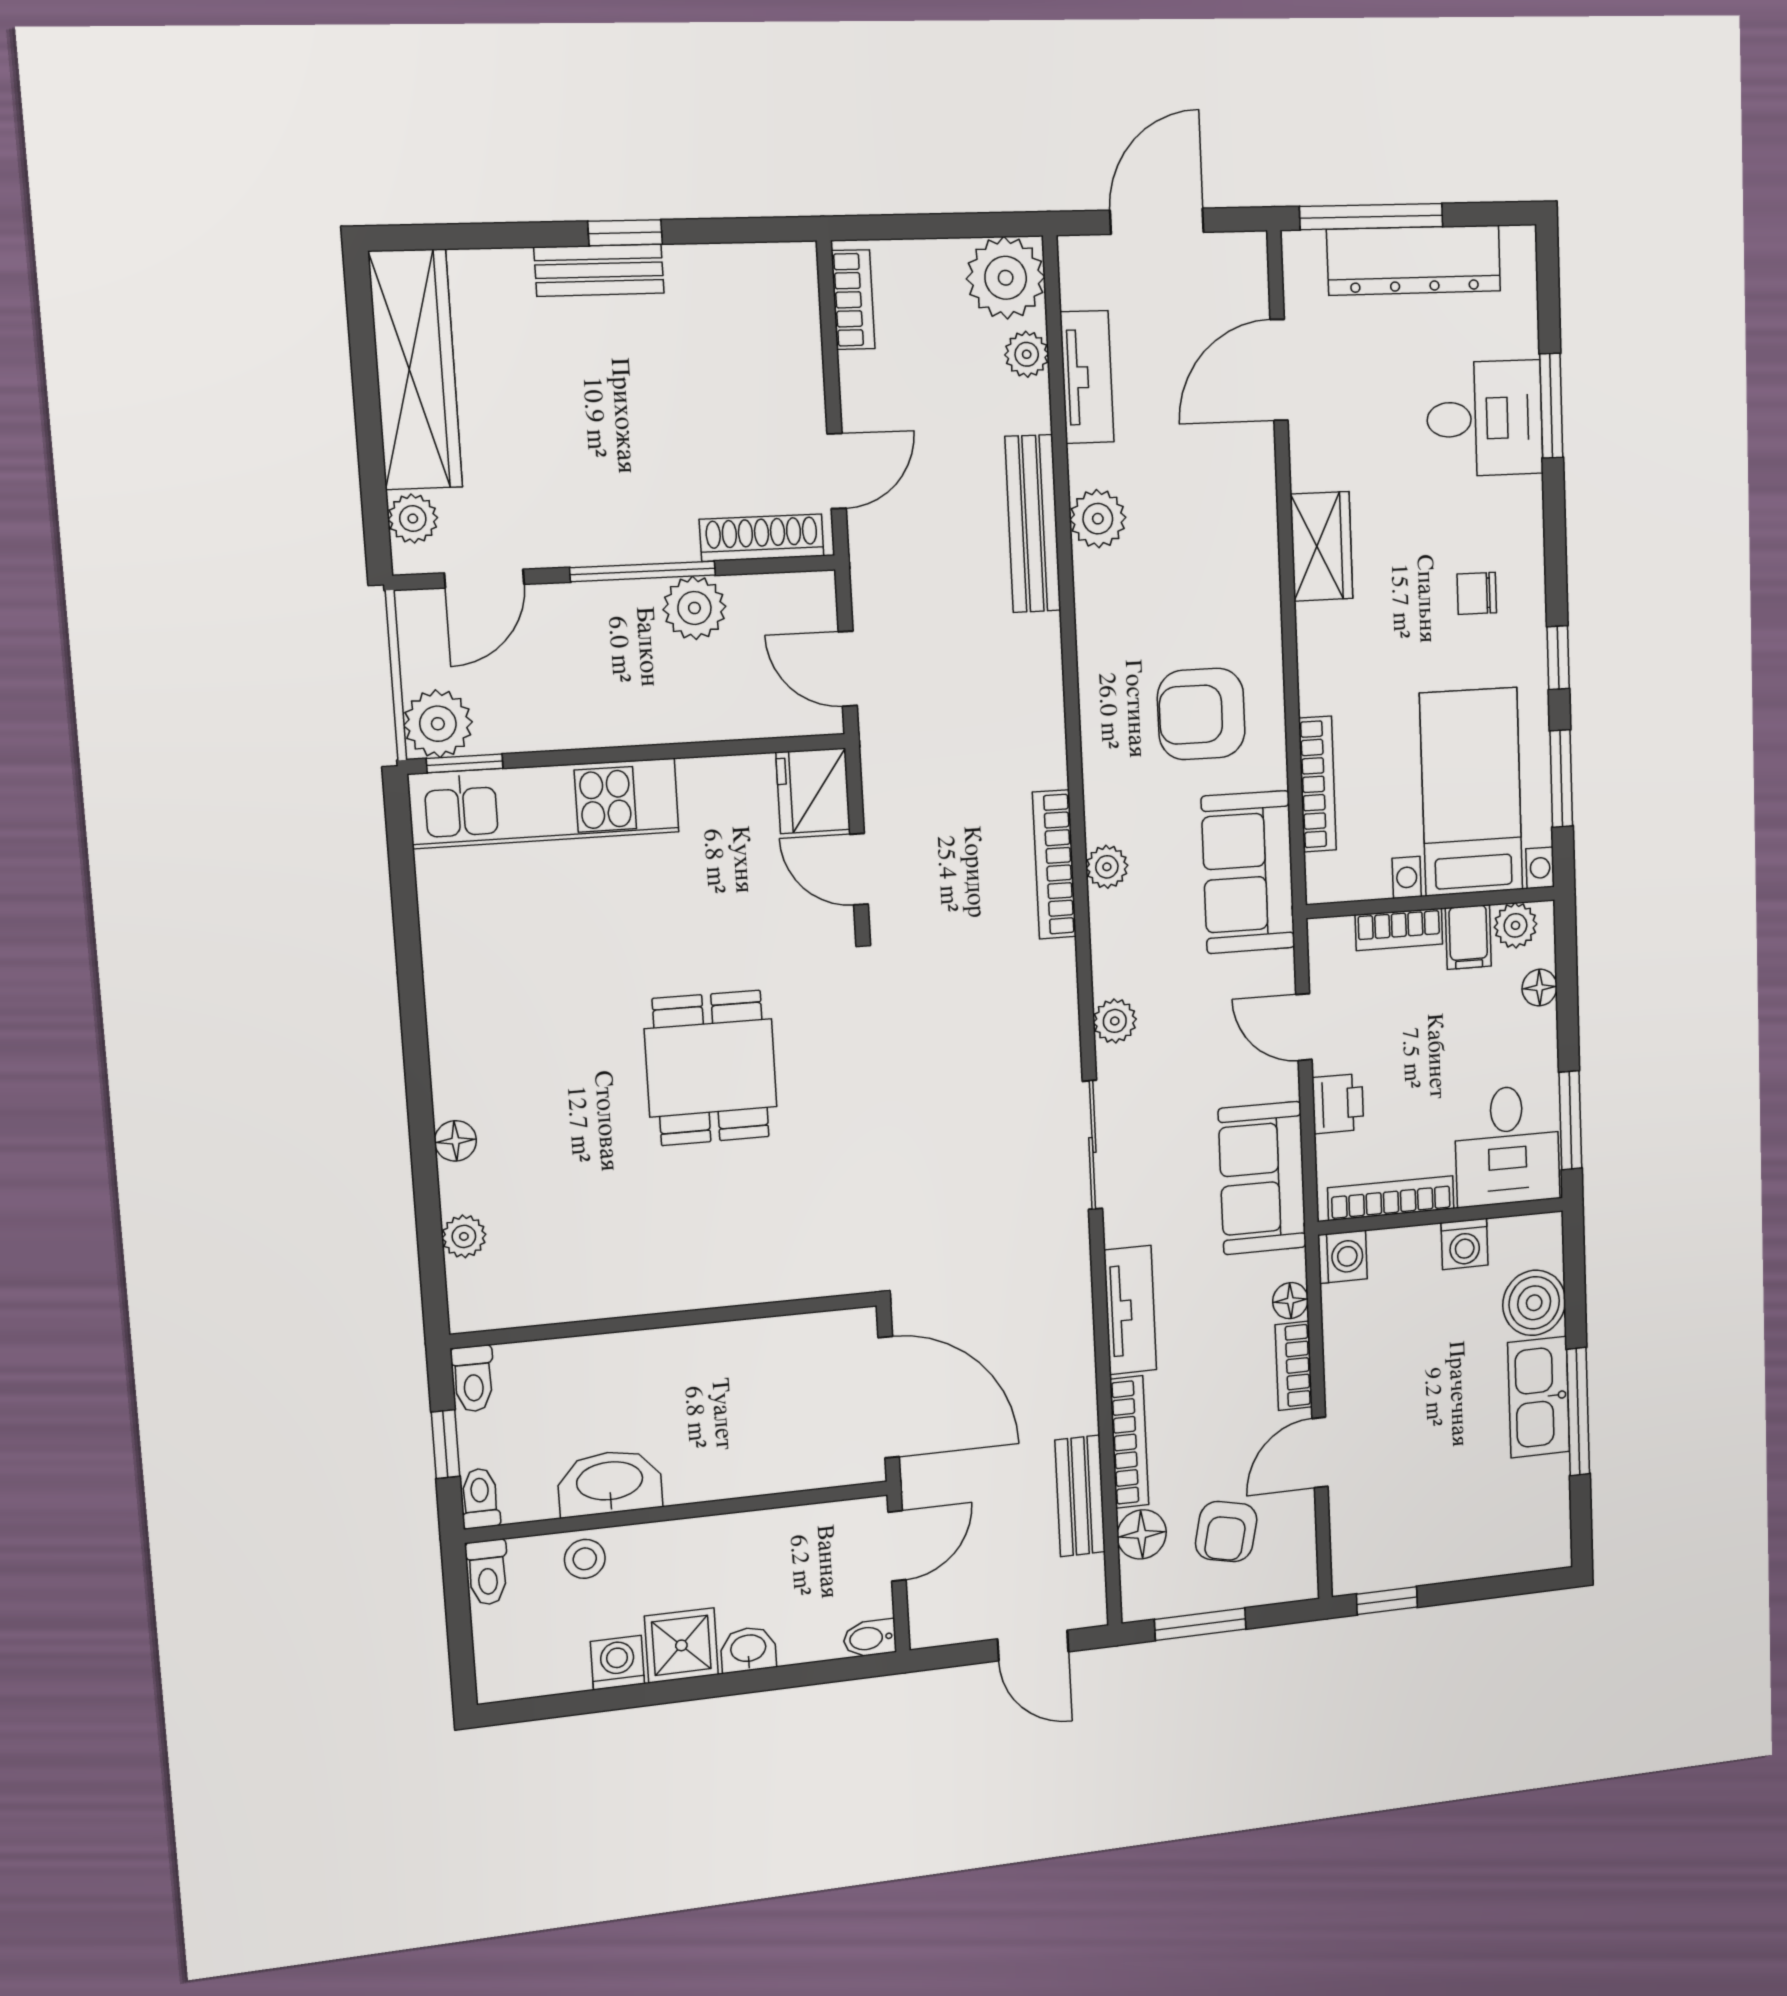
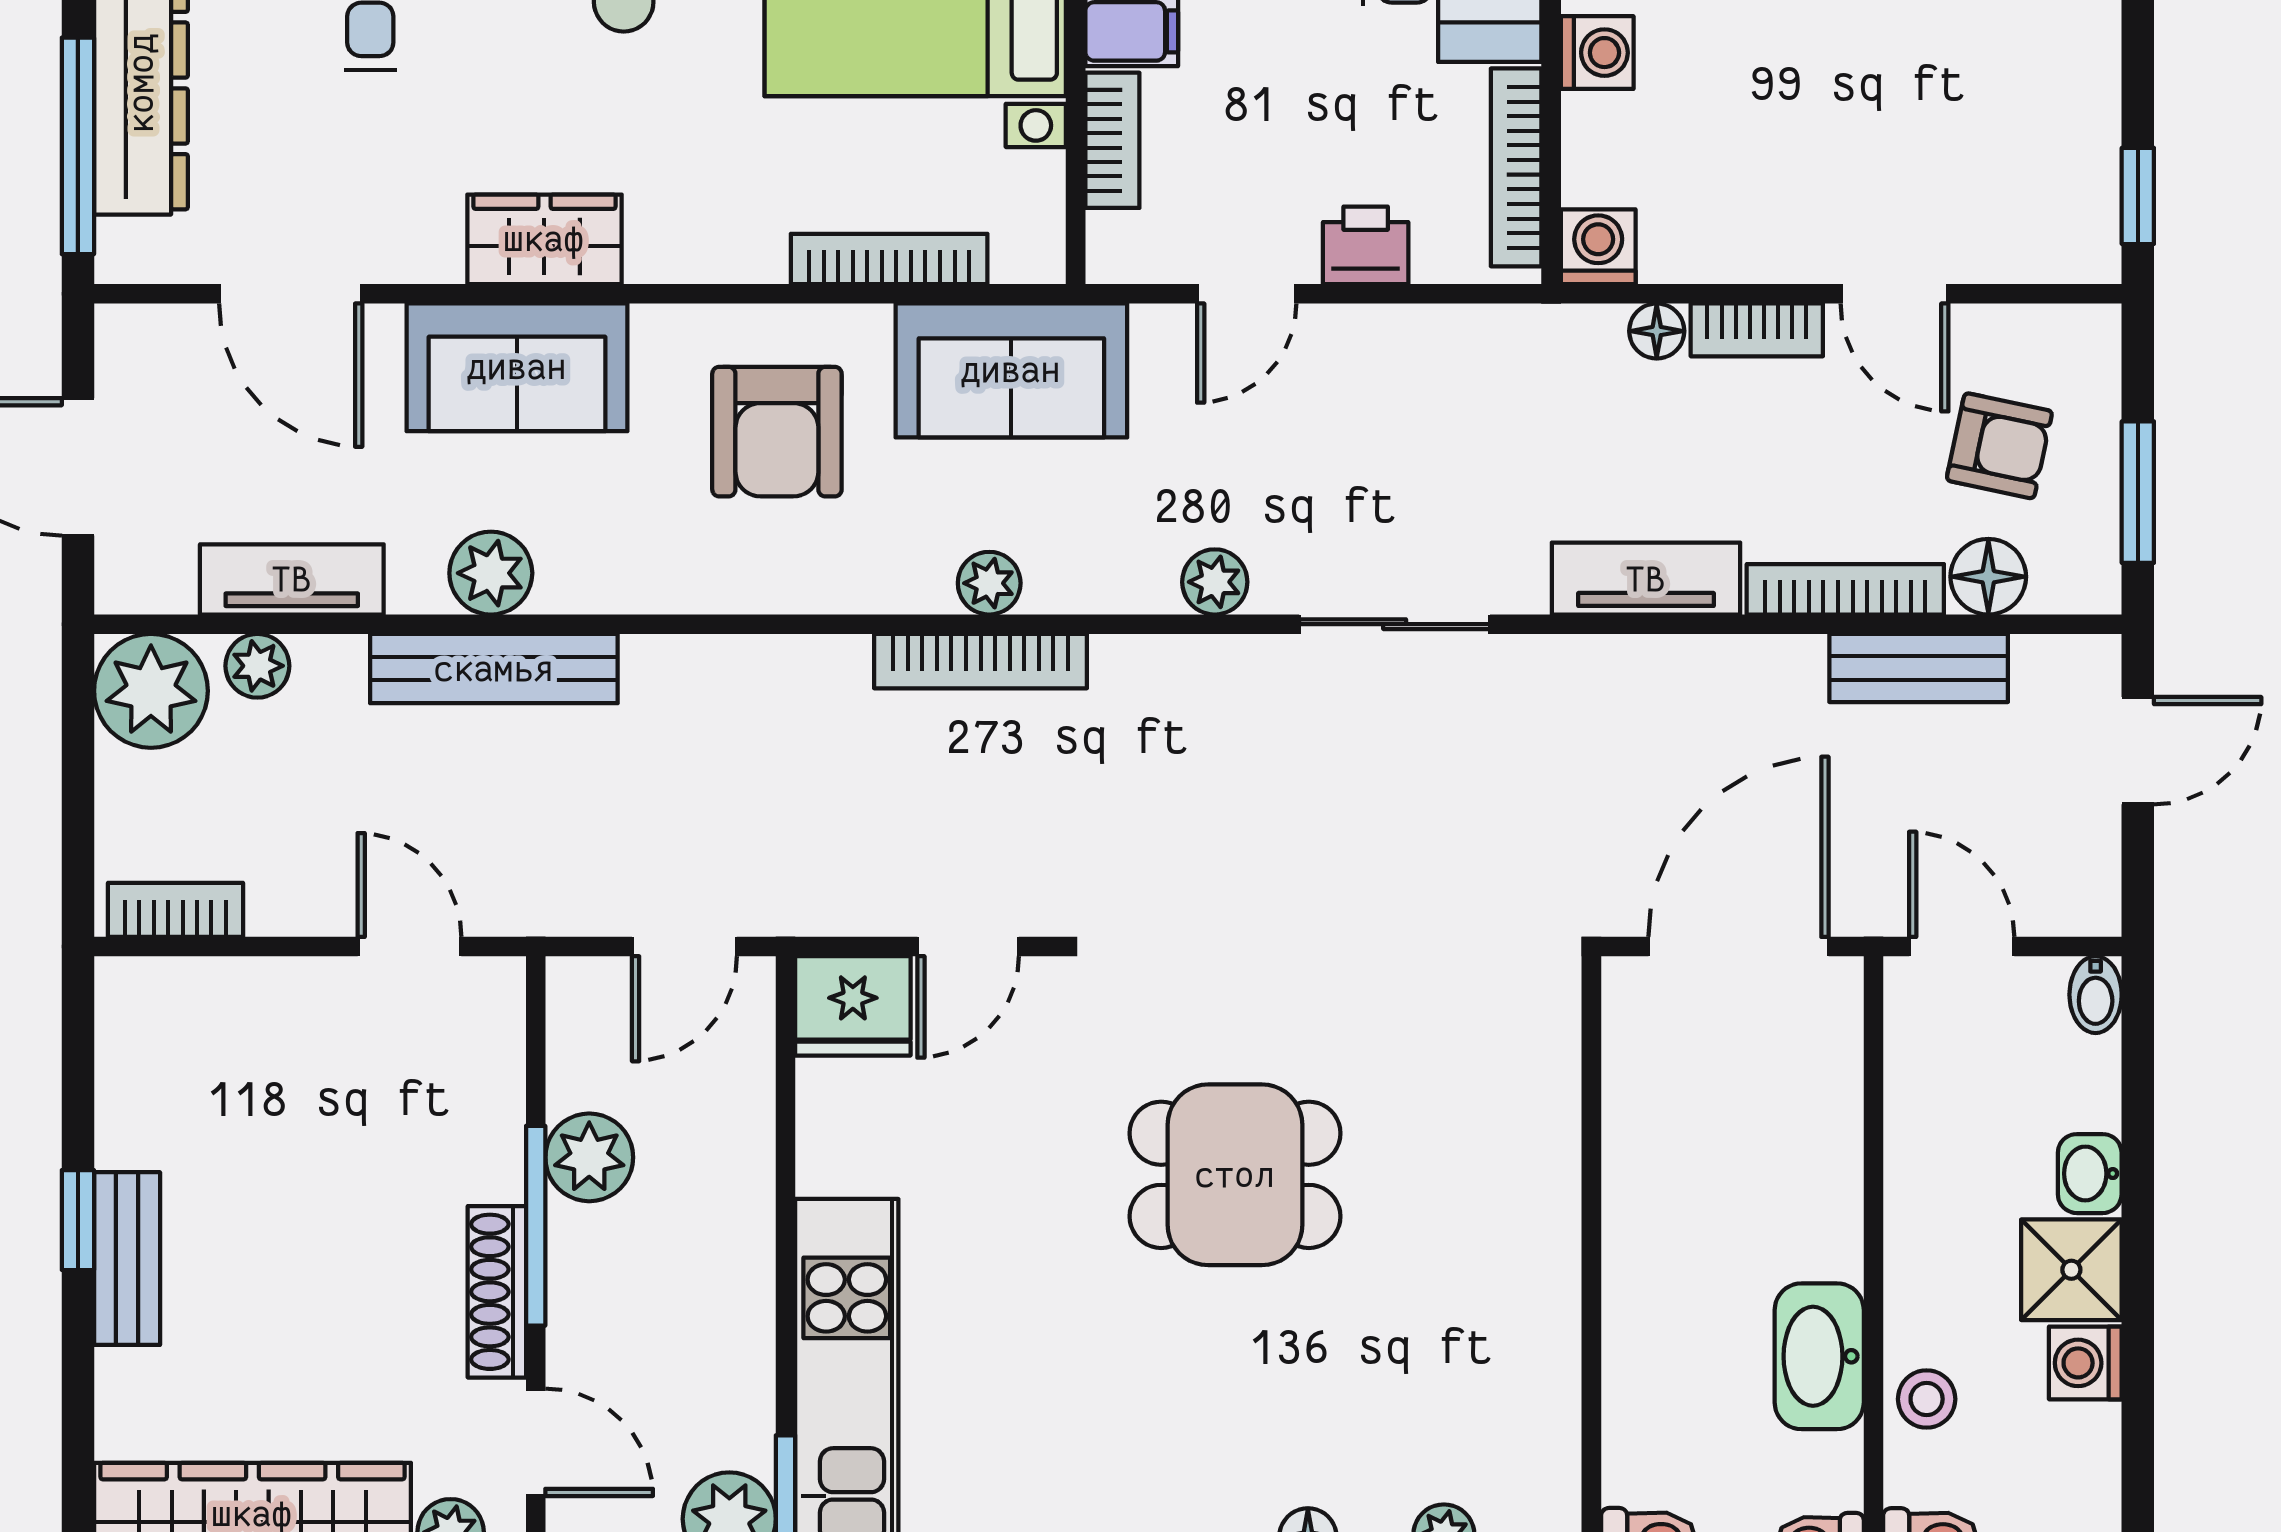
shoe rack: (762, 538) -> (497, 1292), moved
sofa: (1262, 1178) -> (517, 367), moved

